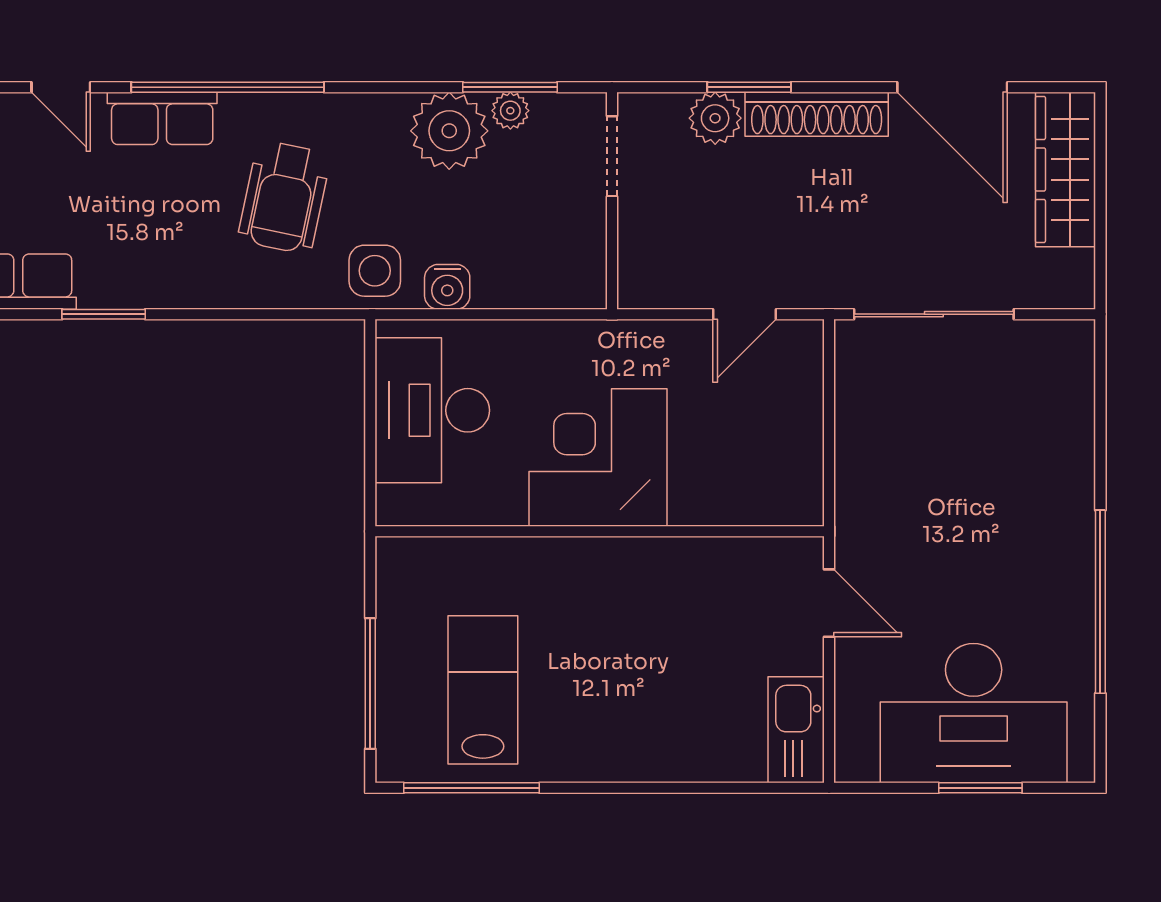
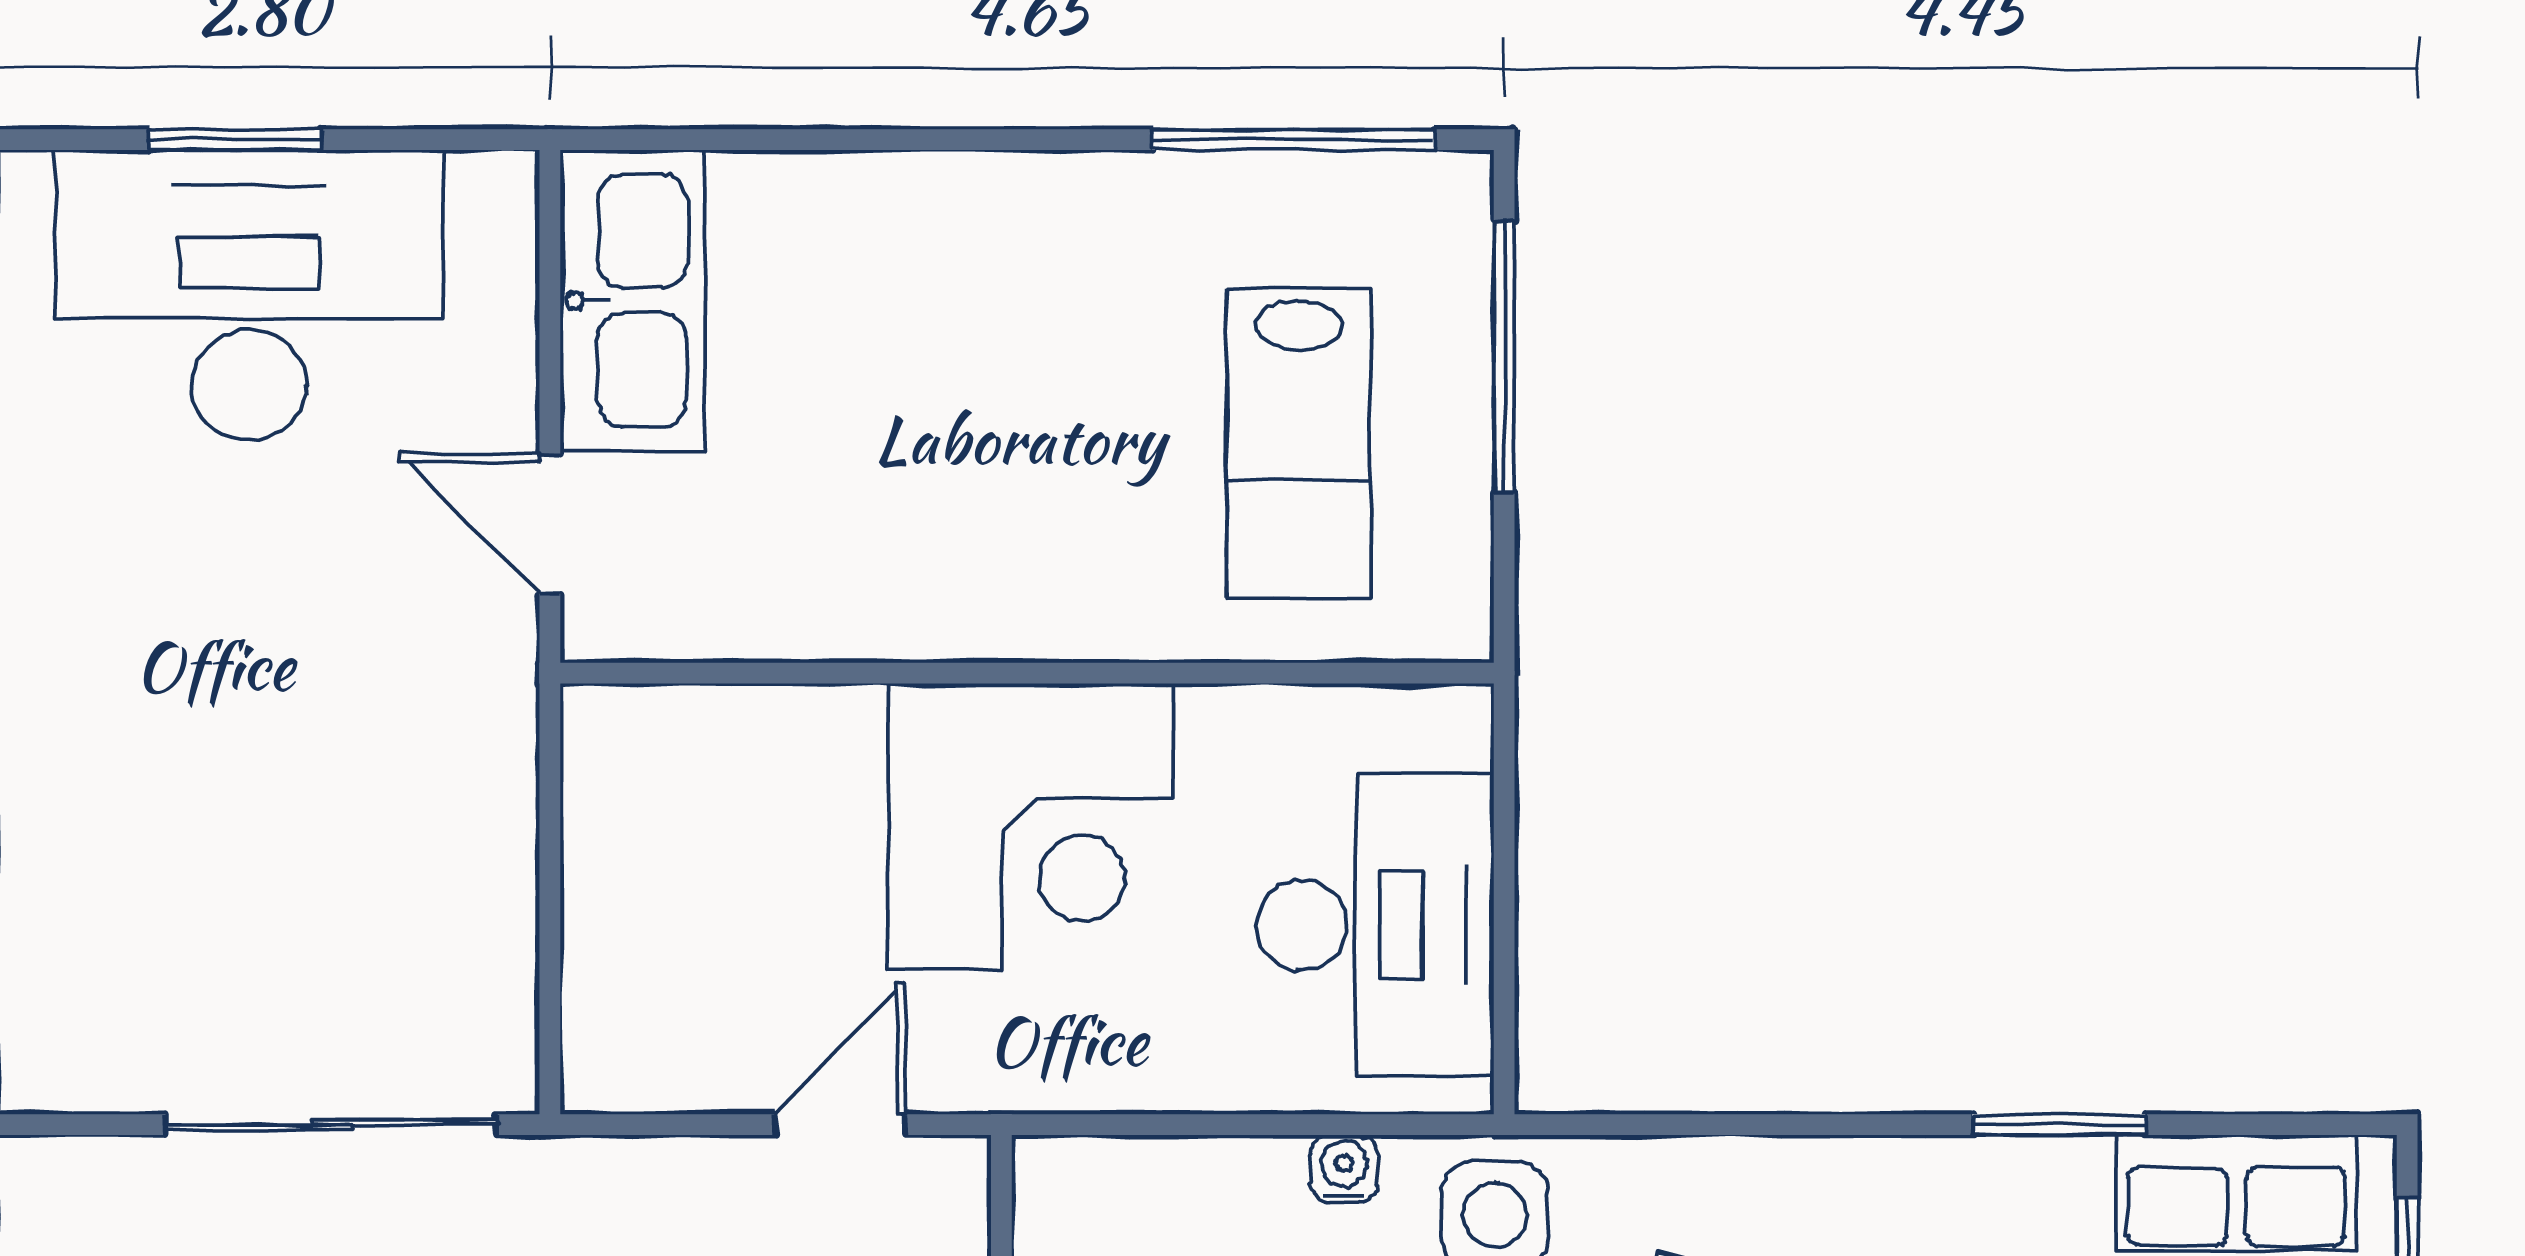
water cooler: (447, 287) -> (1344, 1169), width x0.72, depth x0.72
door: (745, 314) -> (840, 1125), moved
lab bench: (483, 690) -> (1299, 443), moved
kitchen sink: (796, 730) -> (632, 300), width x1.36, depth x1.24

